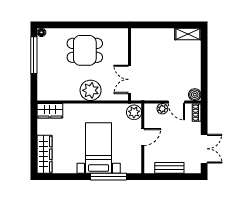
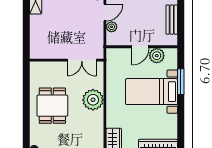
plant: (134, 112) -> (157, 56), moved
door: (143, 137) -> (140, 47), swing flipped
window: (108, 177) -> (181, 82), width x0.69

